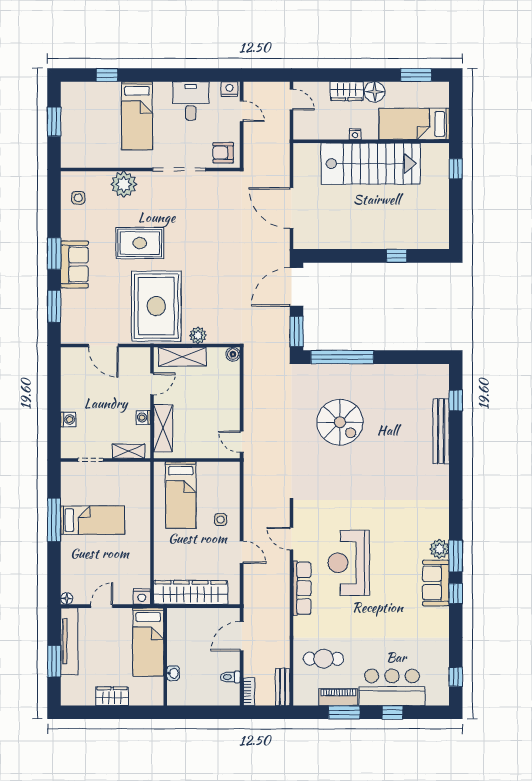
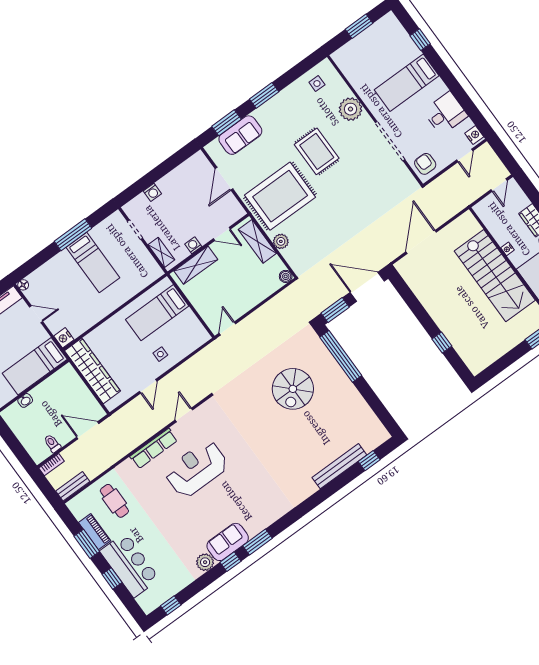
sofa: (74, 264) -> (240, 135), moved
plant: (439, 549) -> (205, 562), moved

